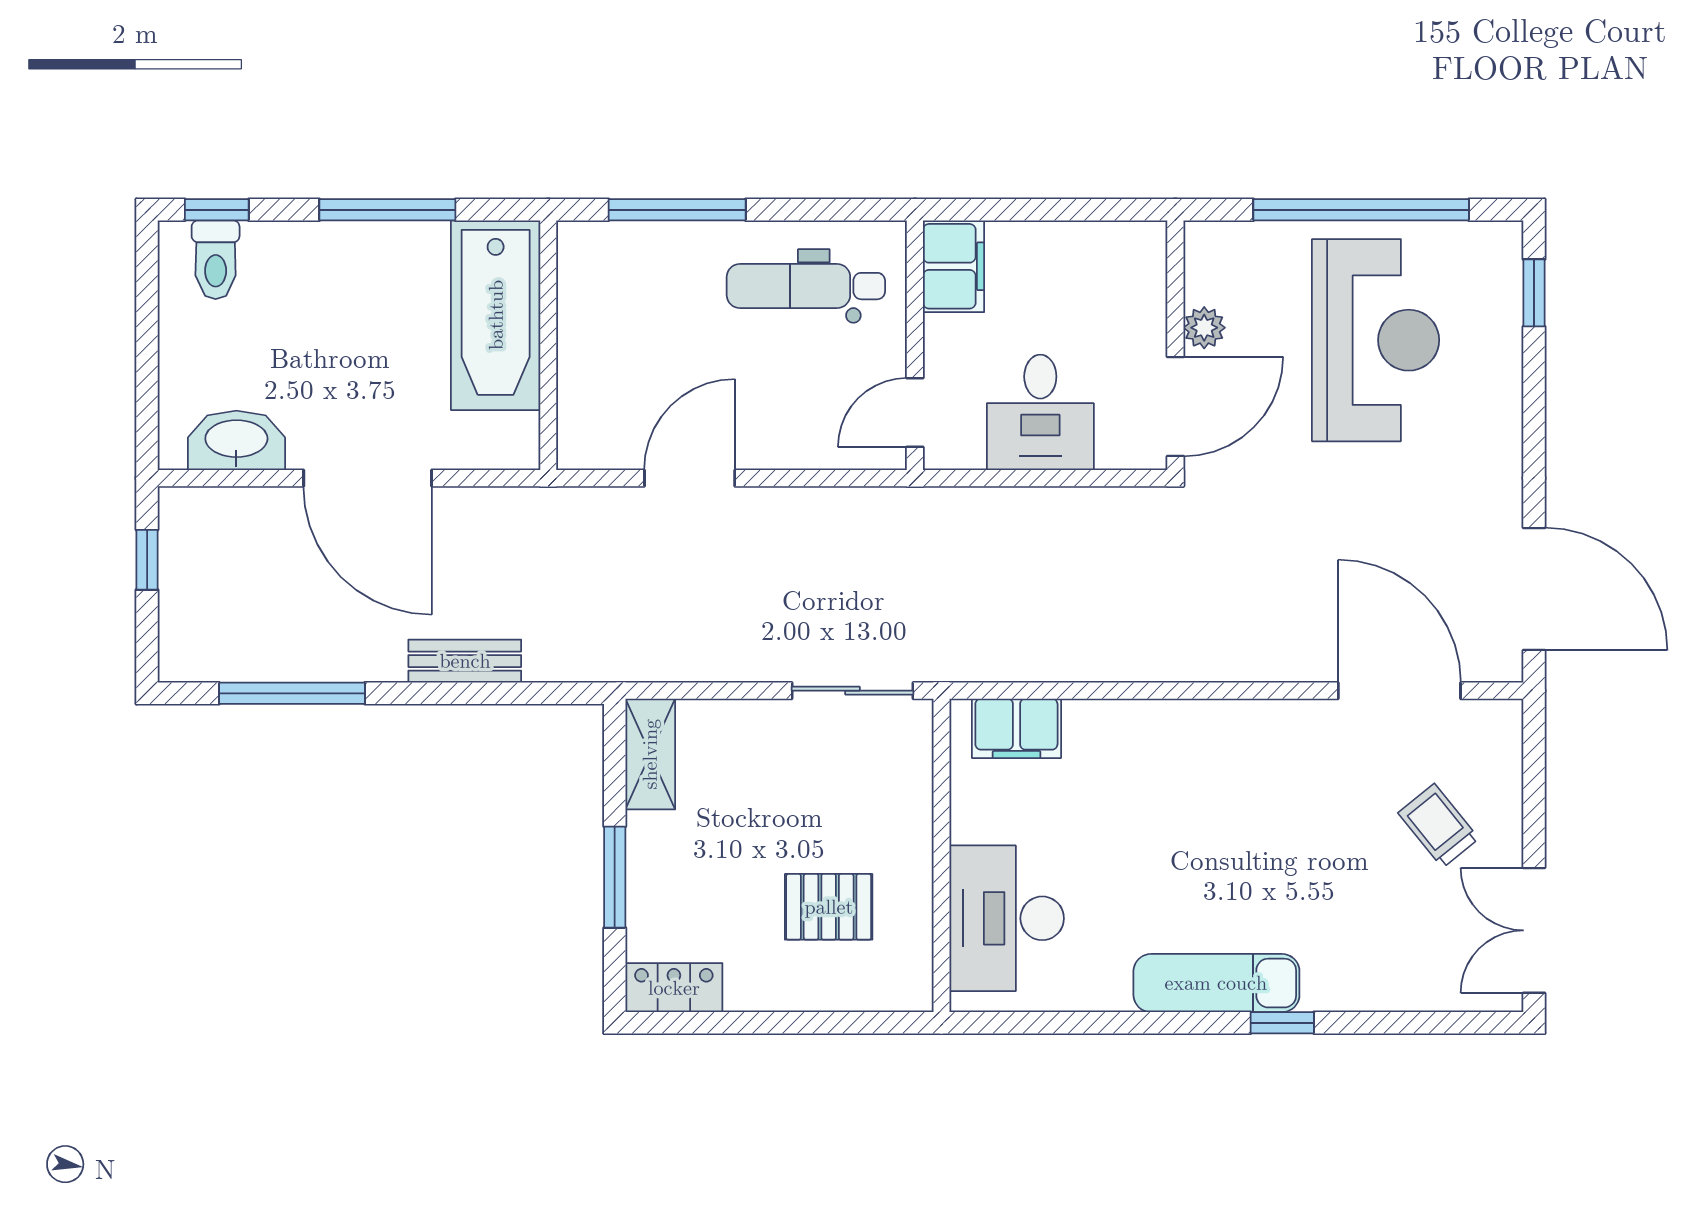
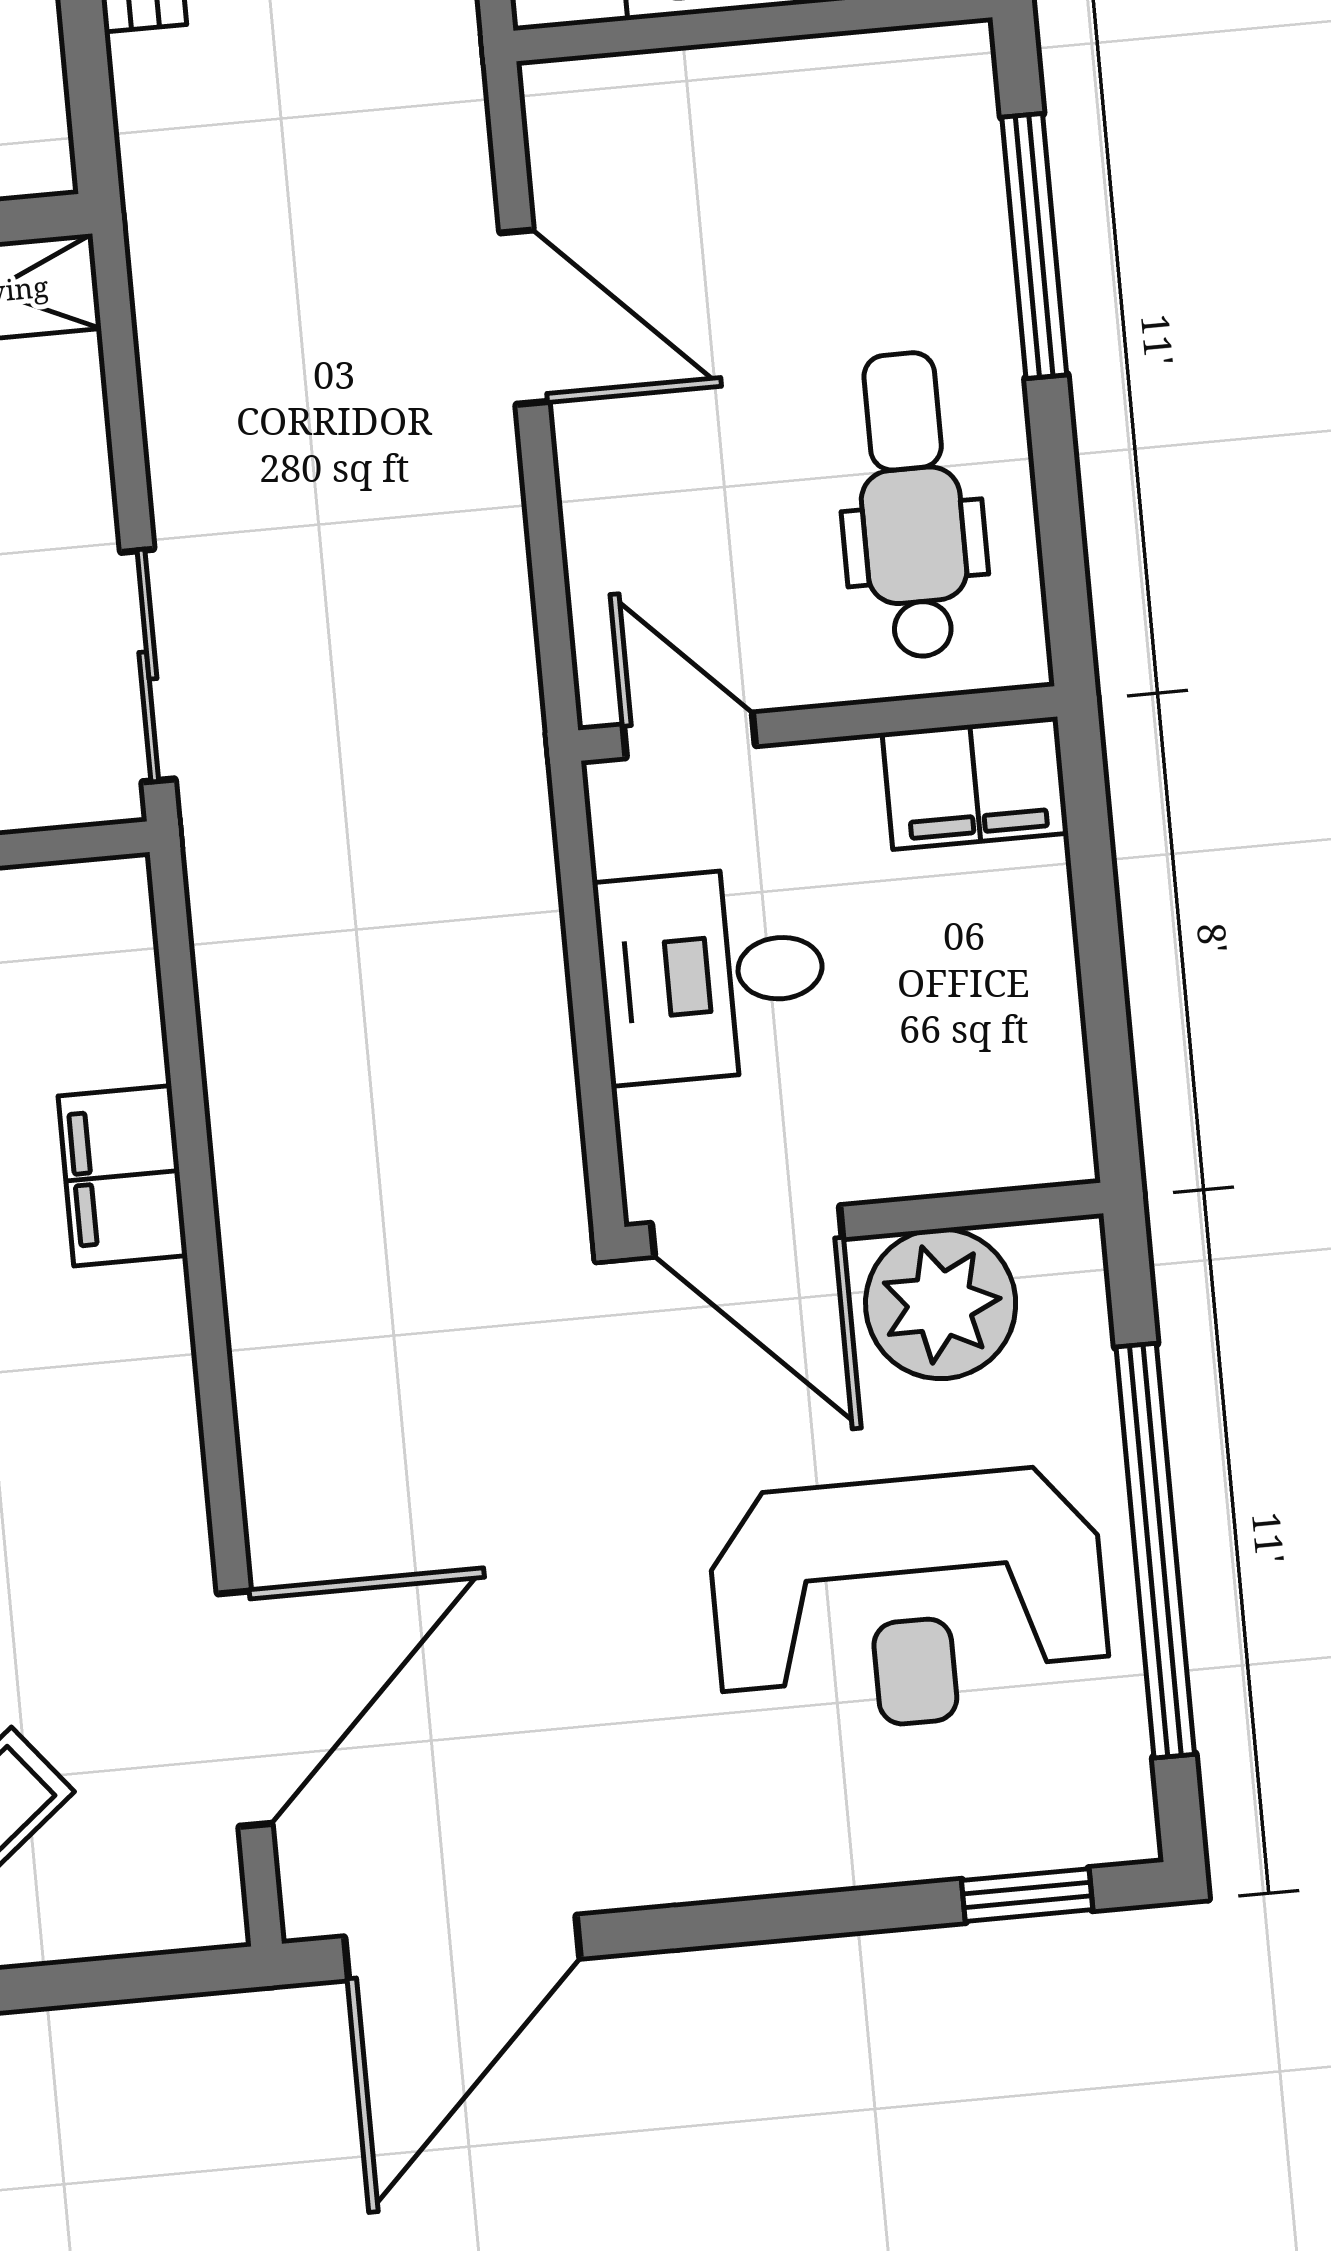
plant: (1204, 328) -> (941, 1304), width x1.88, depth x1.88
filing cabinet: (1016, 728) -> (123, 1176), moved

